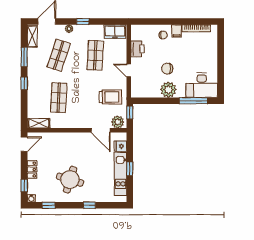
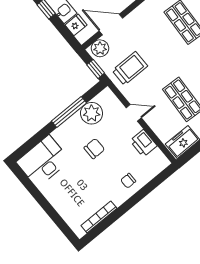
filing cabinet: (177, 31) -> (117, 197), removed
plant: (168, 90) -> (92, 113), moved
trolley: (110, 97) -> (130, 68), turned 180
window: (193, 101) -> (69, 112), moved

